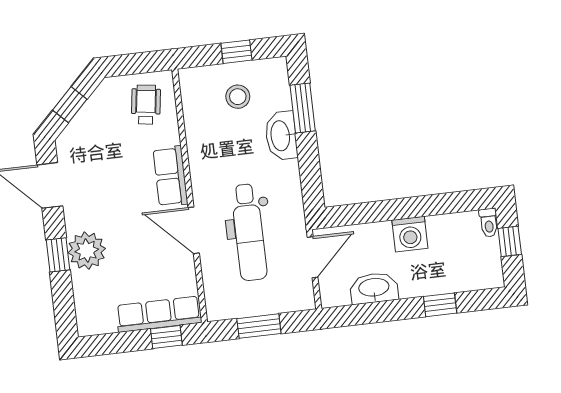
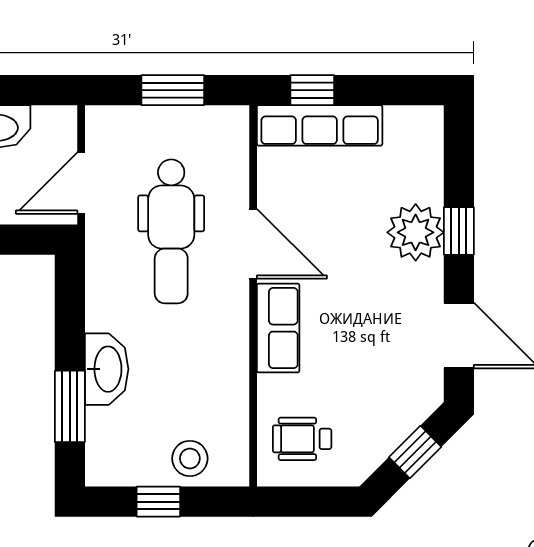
stool: (238, 97) -> (190, 458), moved
wheelchair: (146, 105) -> (302, 439), turned 82
dental chair: (249, 232) -> (171, 231), turned 180

